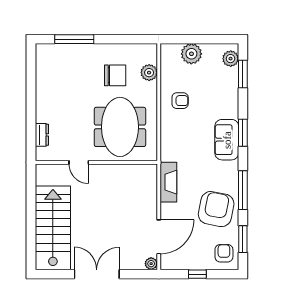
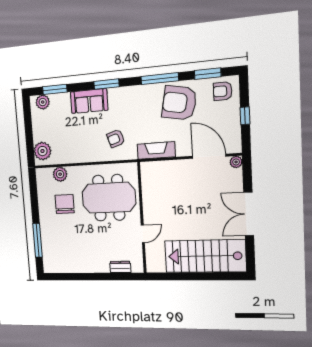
plant: (191, 54) -> (42, 151), moved
armchair: (180, 101) -> (116, 138), moved, turned -108
sofa: (227, 140) -> (89, 101), moved

